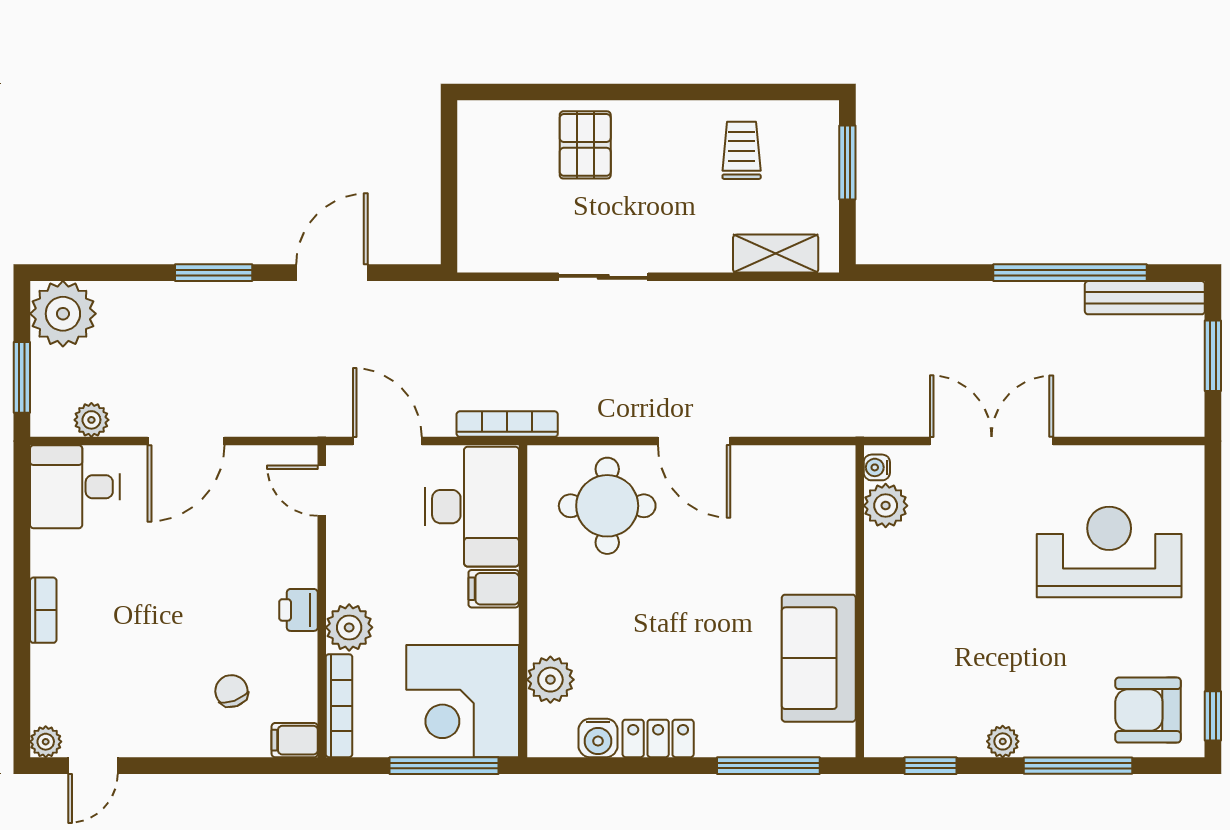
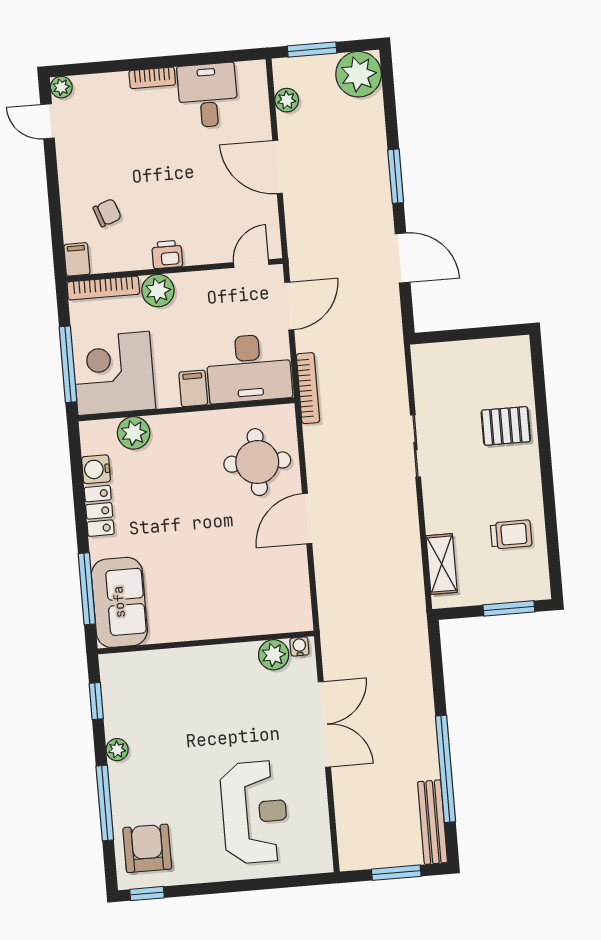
desk: (75, 487) -> (208, 95), moved
sofa: (819, 658) -> (119, 602), moved, turned 90

